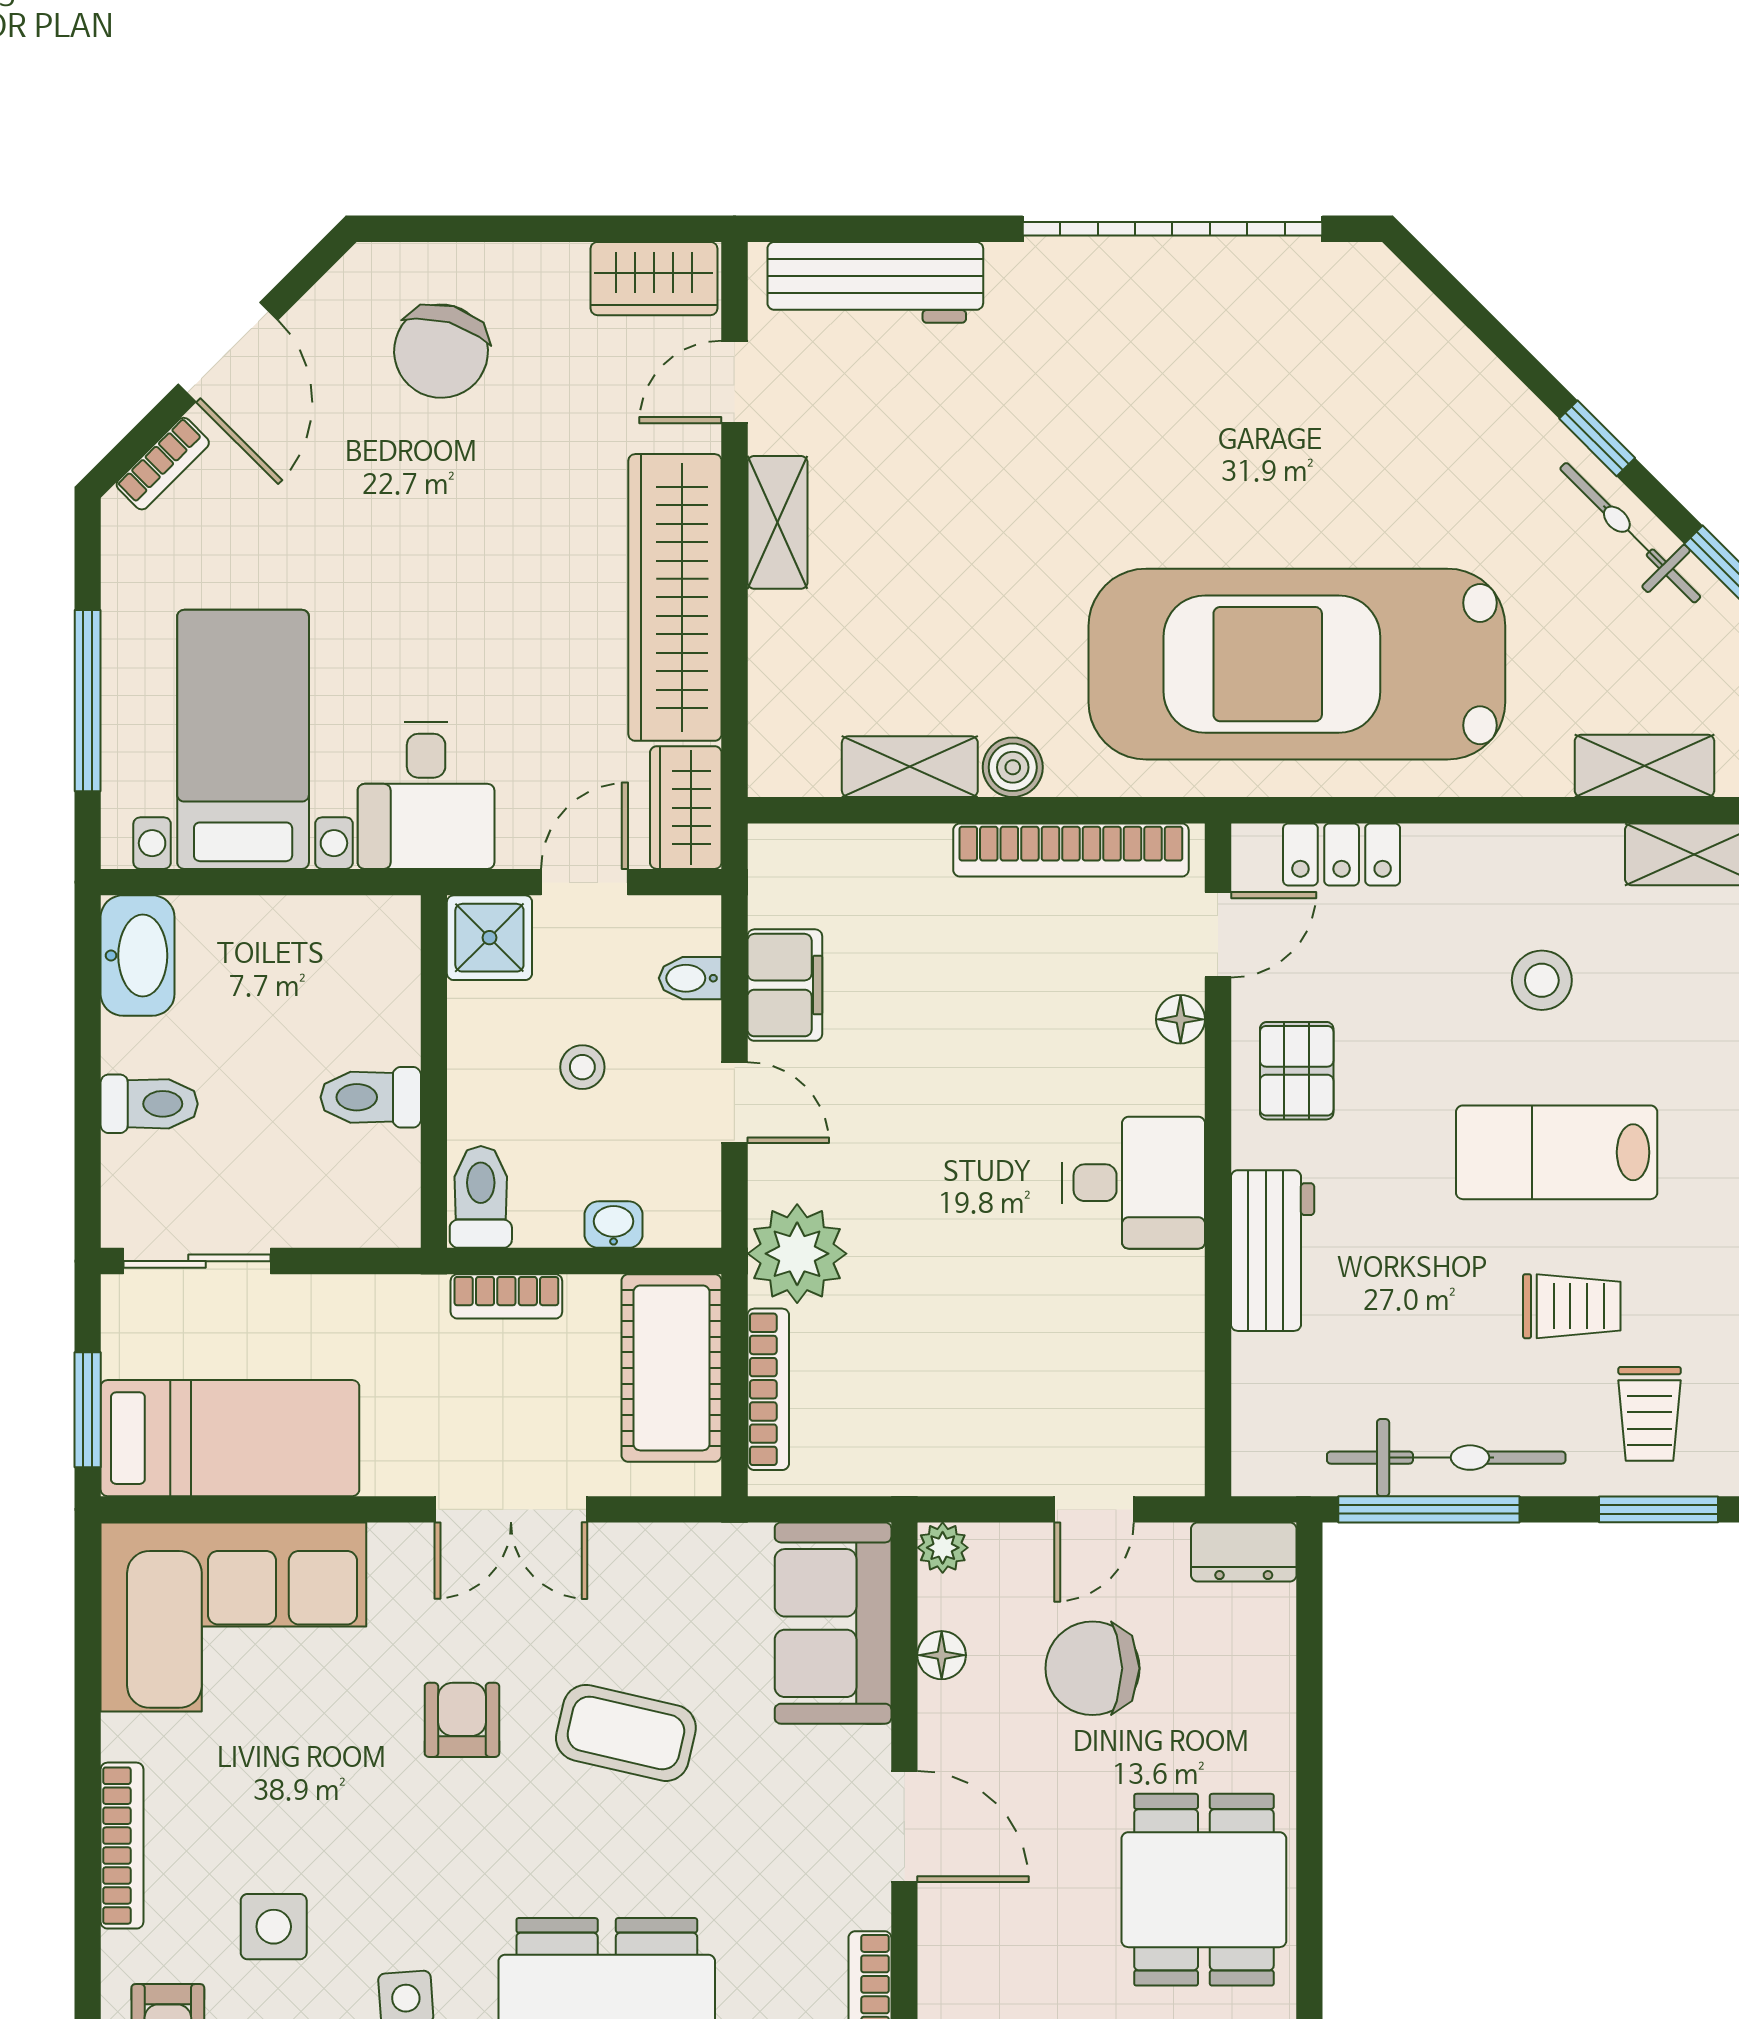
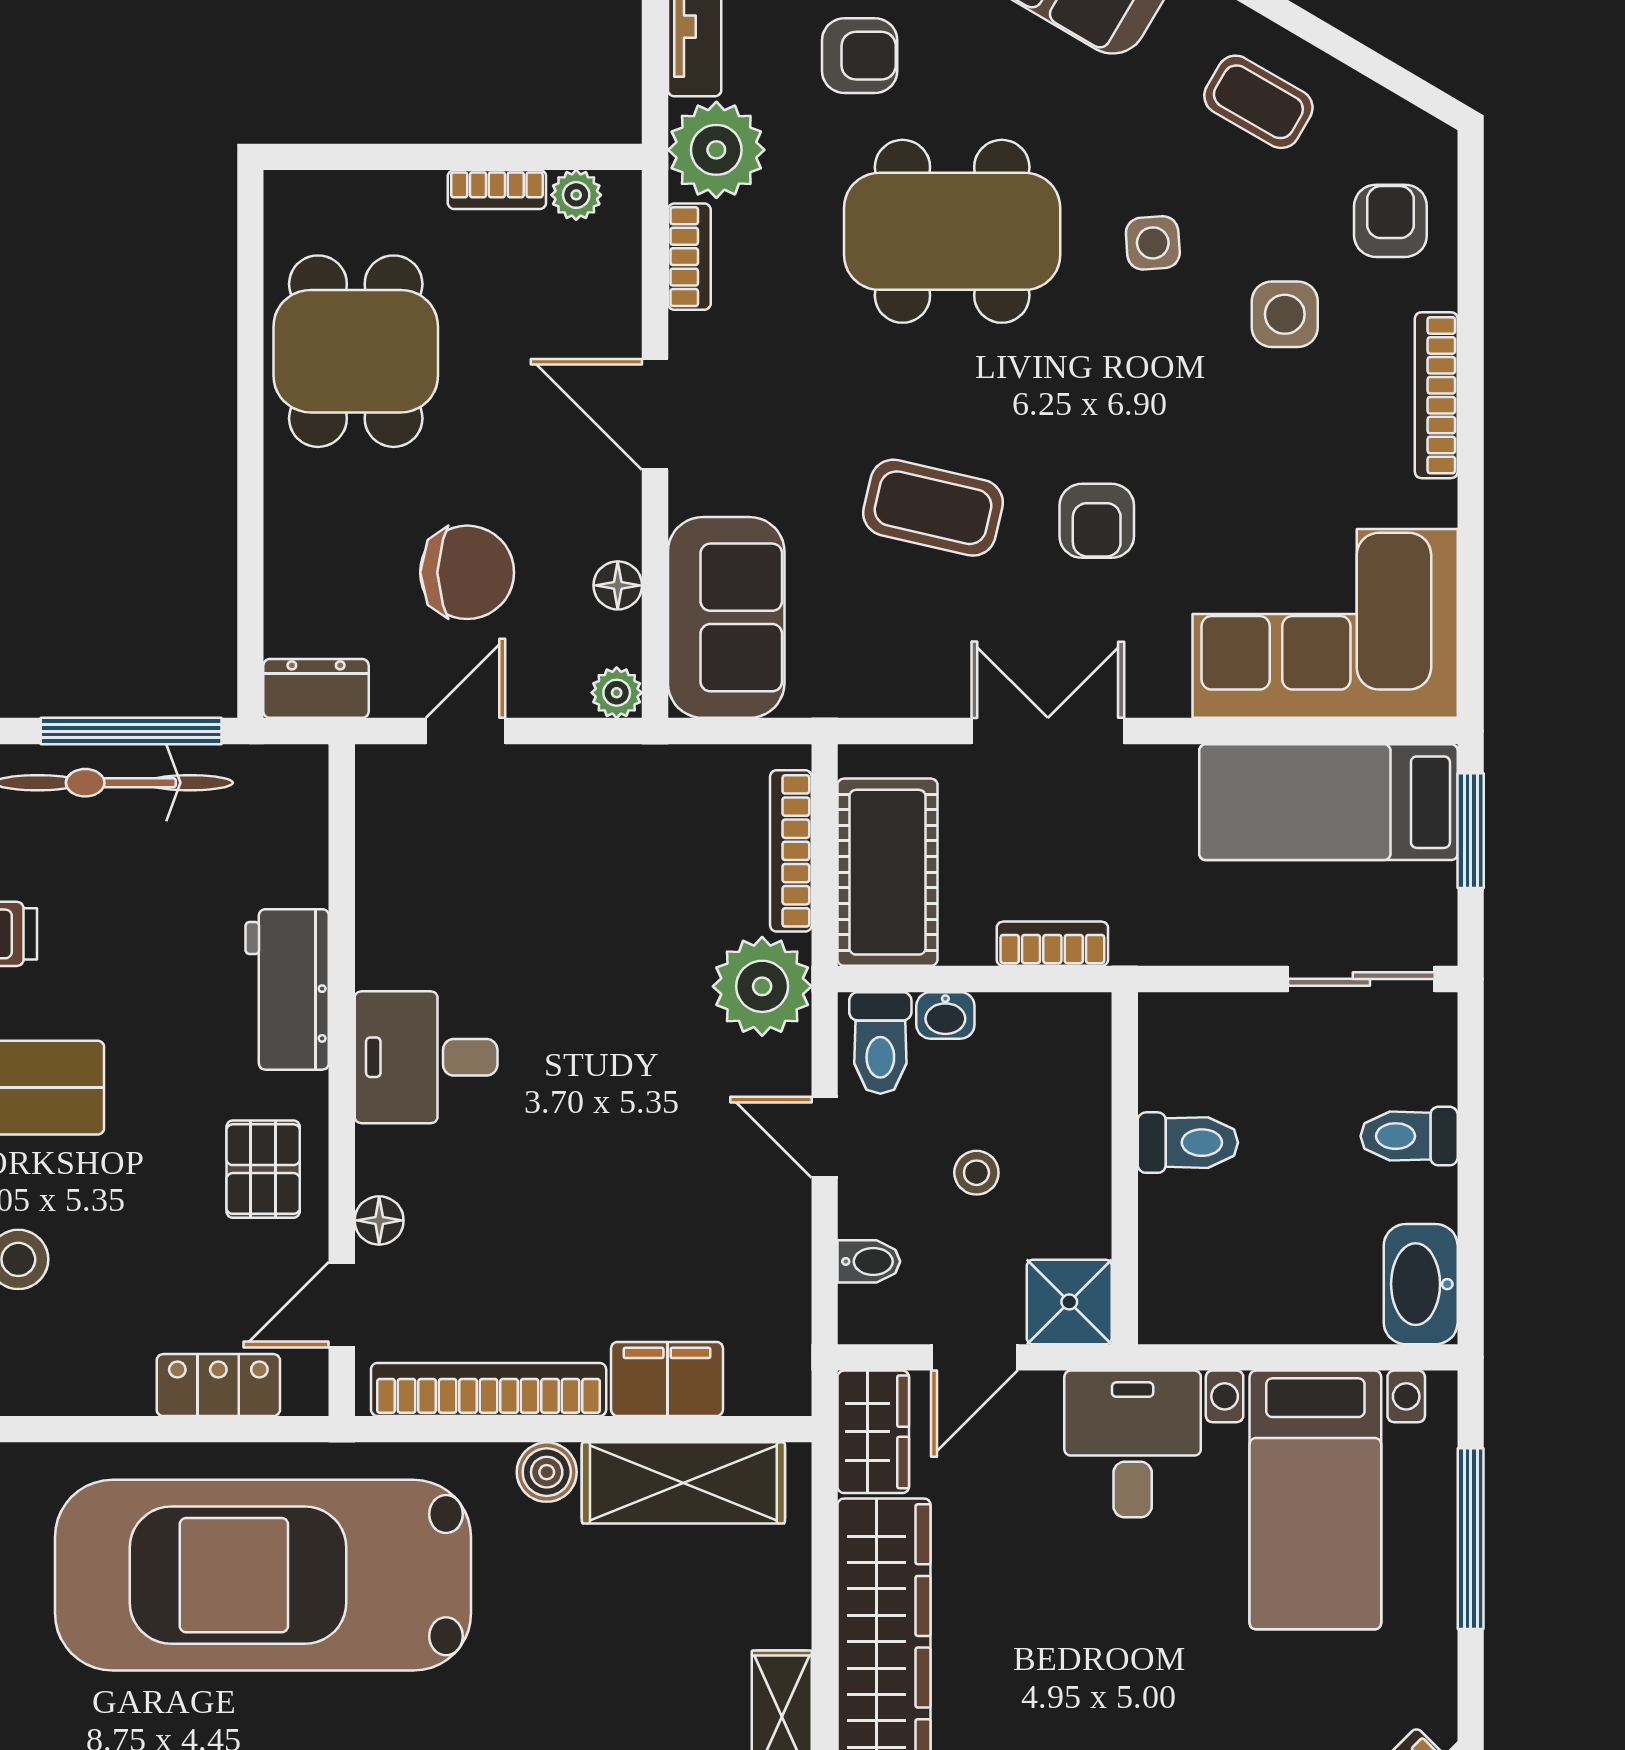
car: (1297, 664) -> (263, 1575), turned 180
shelving: (910, 767) -> (683, 1483), width x1.50, depth x1.33
filing cabinet: (785, 985) -> (667, 1379), moved, turned 90
toilet: (481, 1197) -> (880, 1043), moved

